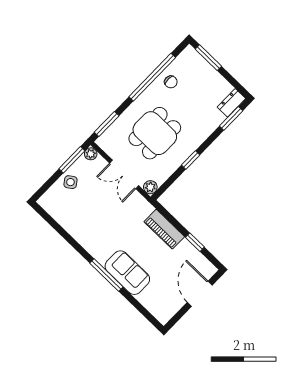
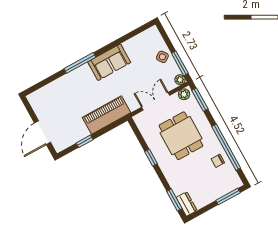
plant: (150, 187) -> (184, 94), moved
piano: (164, 229) -> (107, 115), width x1.37, depth x1.33
sofa: (127, 273) -> (109, 62), moved
door: (200, 294) -> (42, 133), swing flipped

